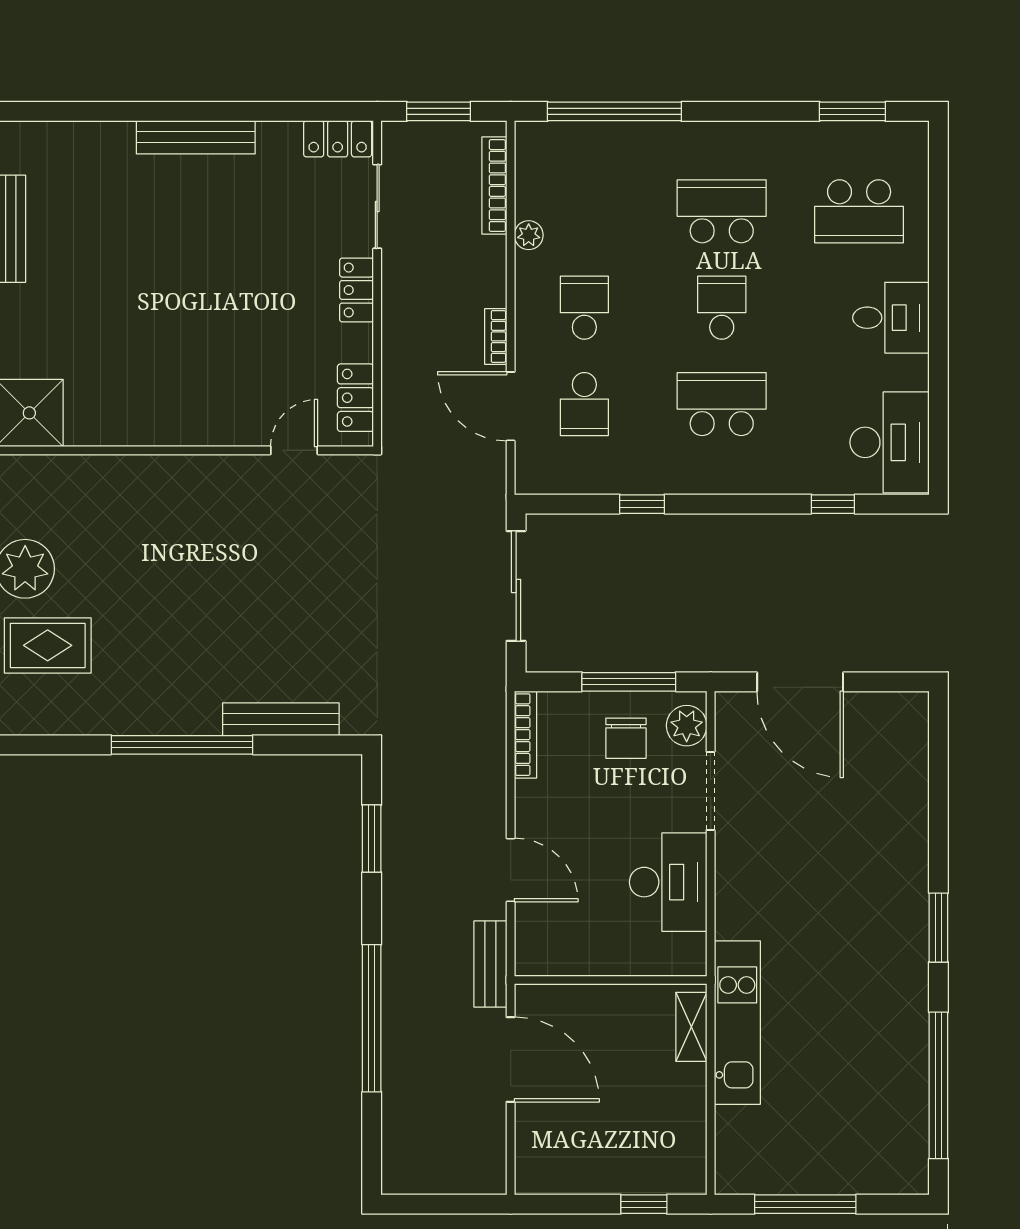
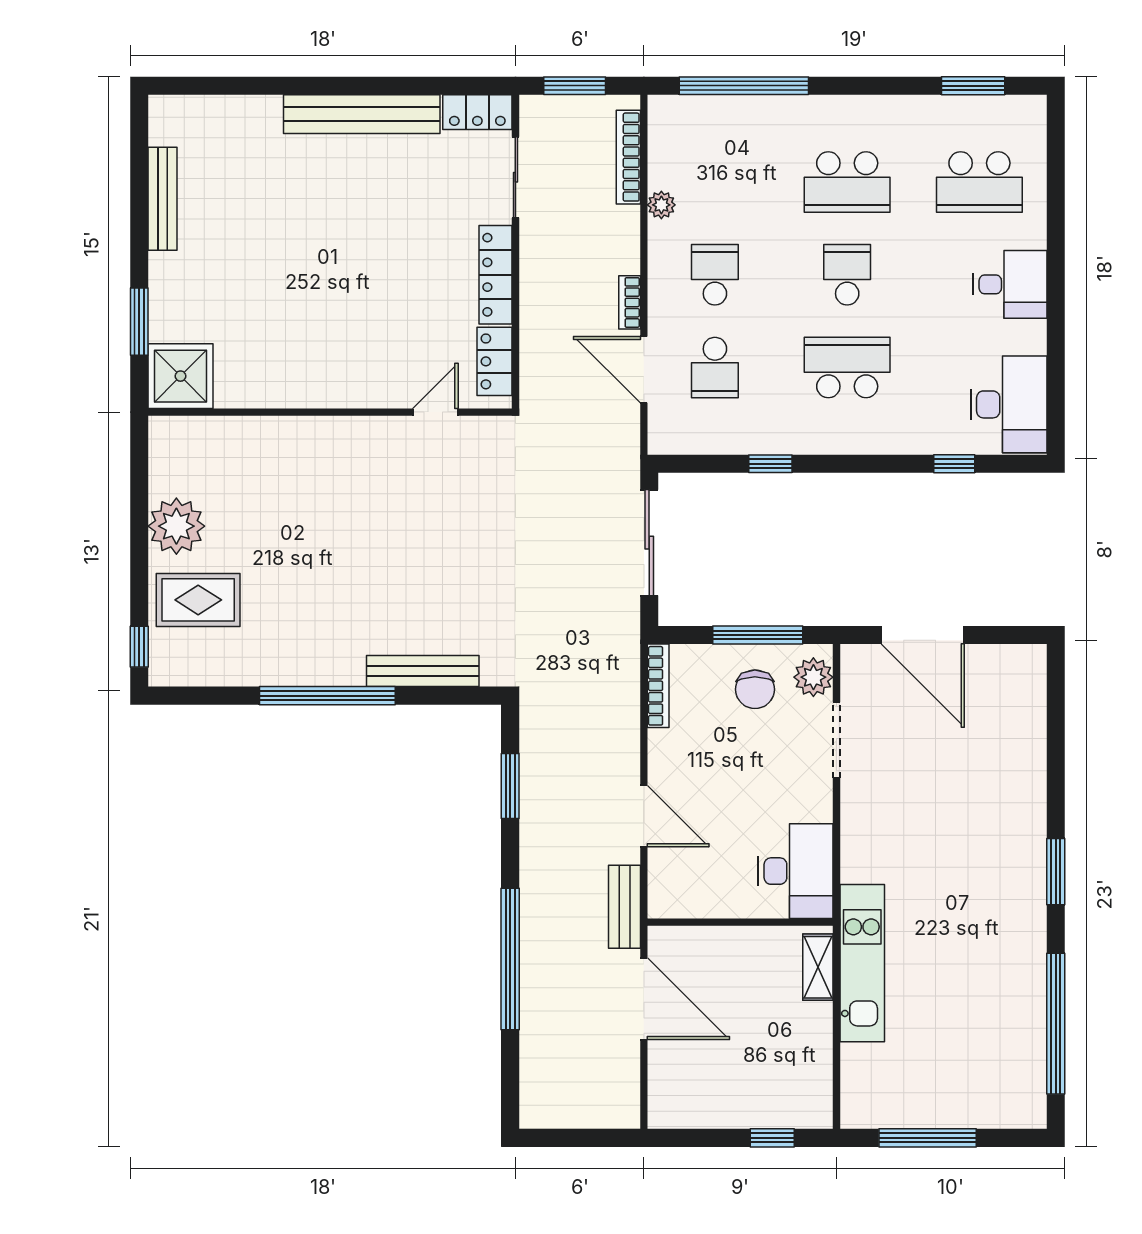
bench: (196, 137) -> (362, 114), width x1.37, depth x1.21
school desk: (722, 211) -> (847, 182), turned 180
locker: (357, 290) -> (496, 275), width x1.53
desk: (668, 882) -> (796, 871), moved

